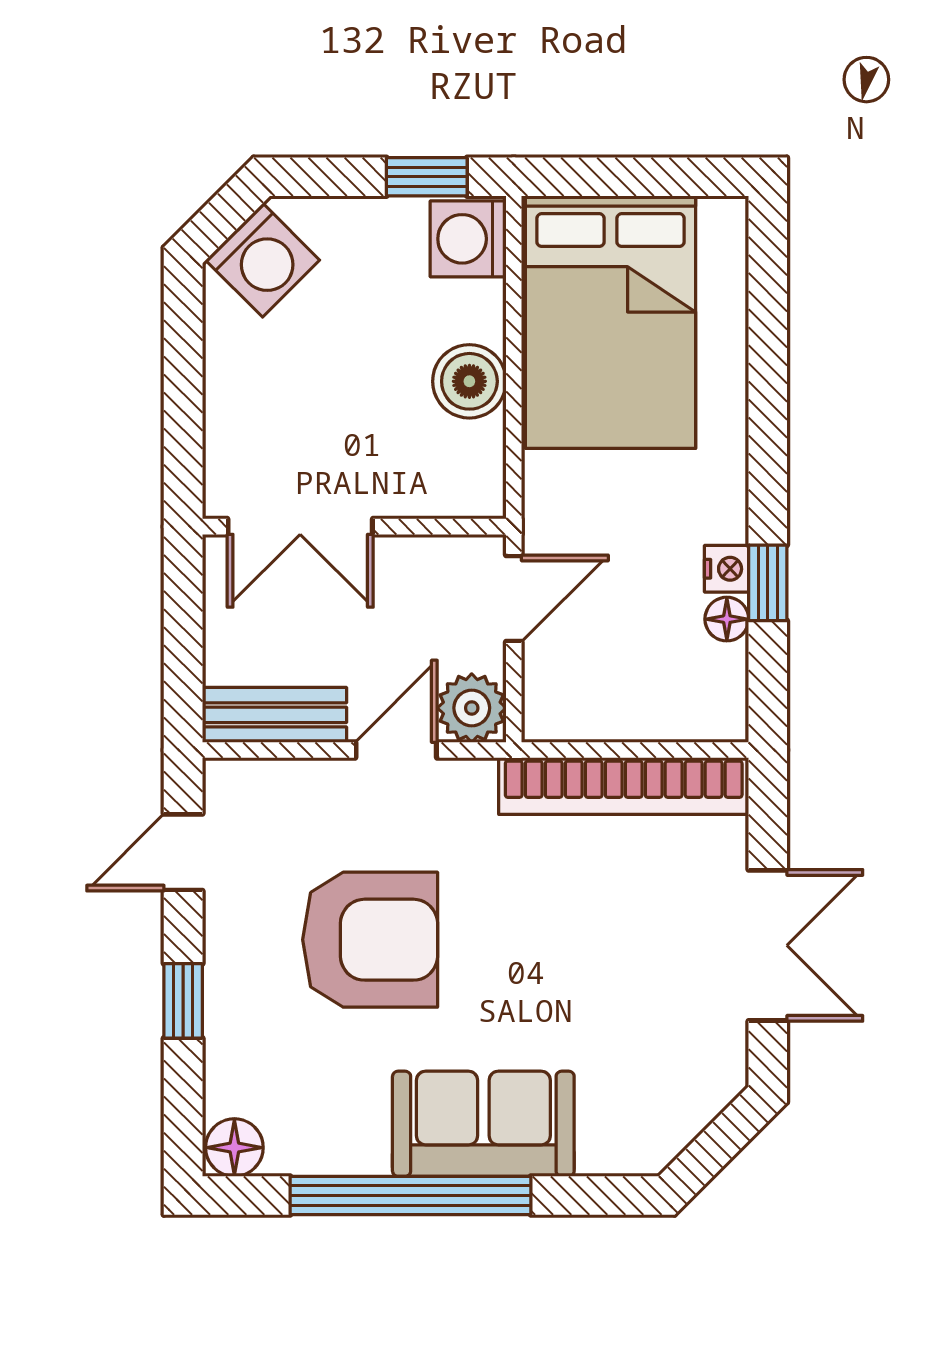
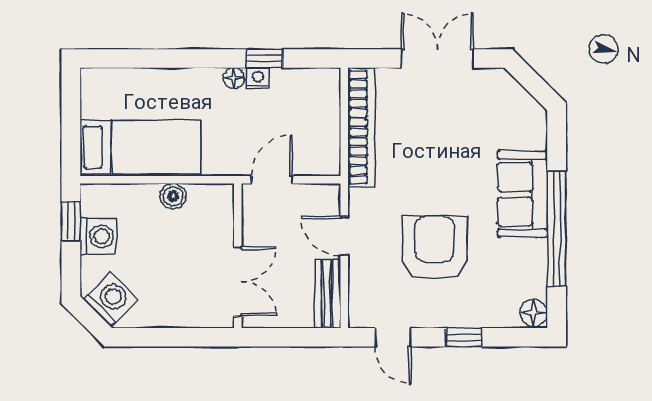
washing machine: (468, 239) -> (98, 236), moved, turned -90
bed: (611, 322) -> (140, 147), width x0.67
boiler: (469, 381) -> (173, 196), width x0.73, depth x0.73
door: (514, 598) -> (272, 180), hinge flipped
floor lamp: (727, 619) -> (234, 78), moved
plant: (472, 708) -> (324, 200), removed

